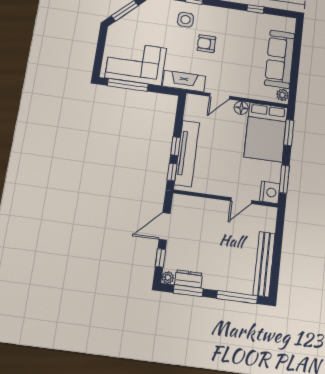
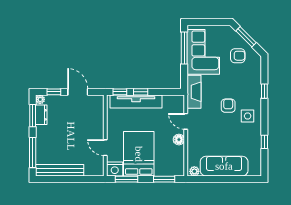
side table: (186, 20) -> (248, 116), moved
armchair: (147, 24) -> (238, 56), added
bed: (266, 132) -> (139, 154), moved, turned 90

